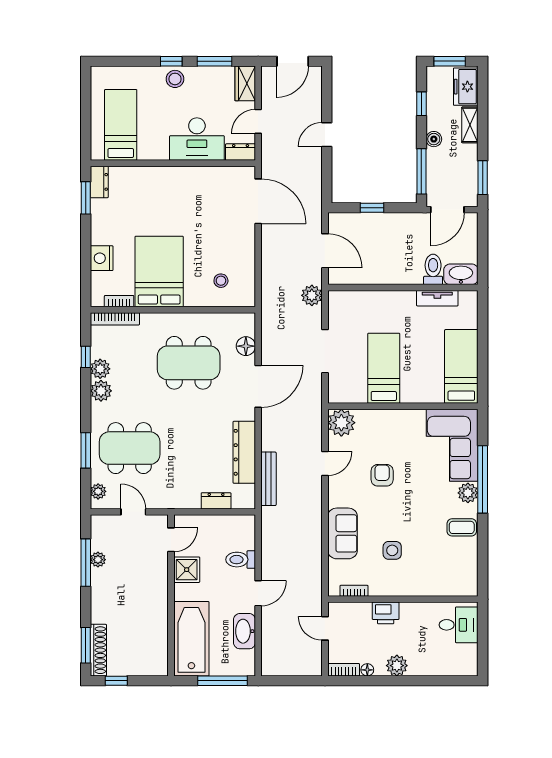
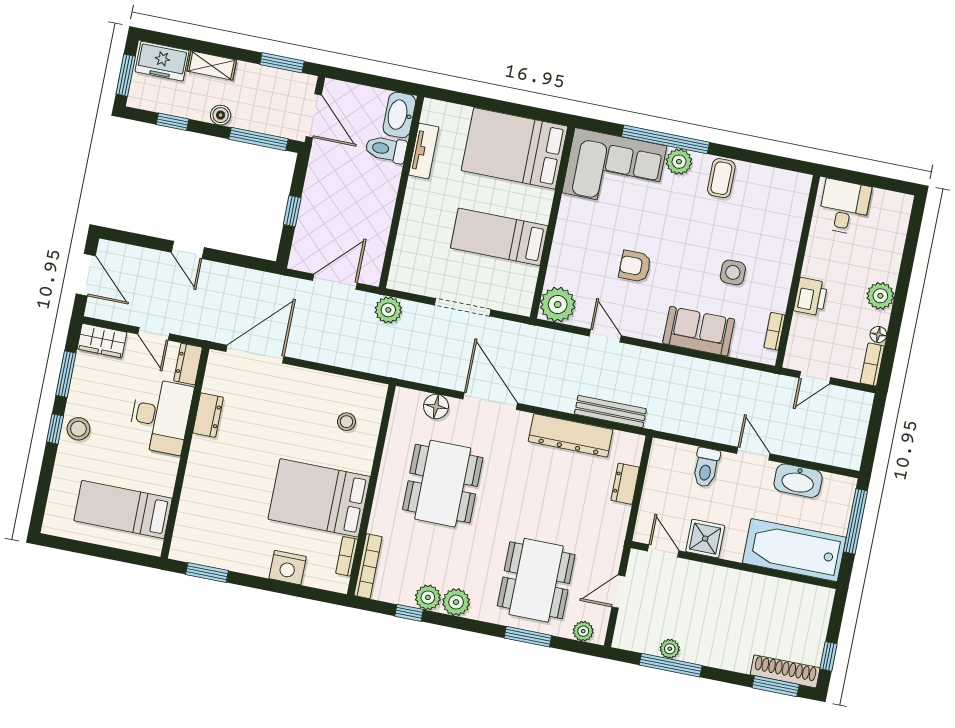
dresser: (99, 182) -> (208, 415), moved, turned 90
bed: (461, 366) -> (515, 148), width x1.50

